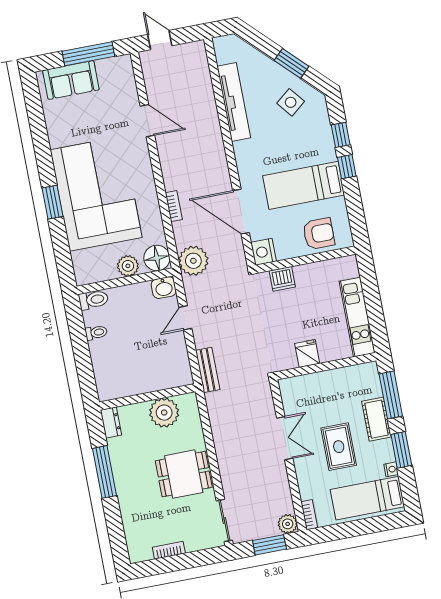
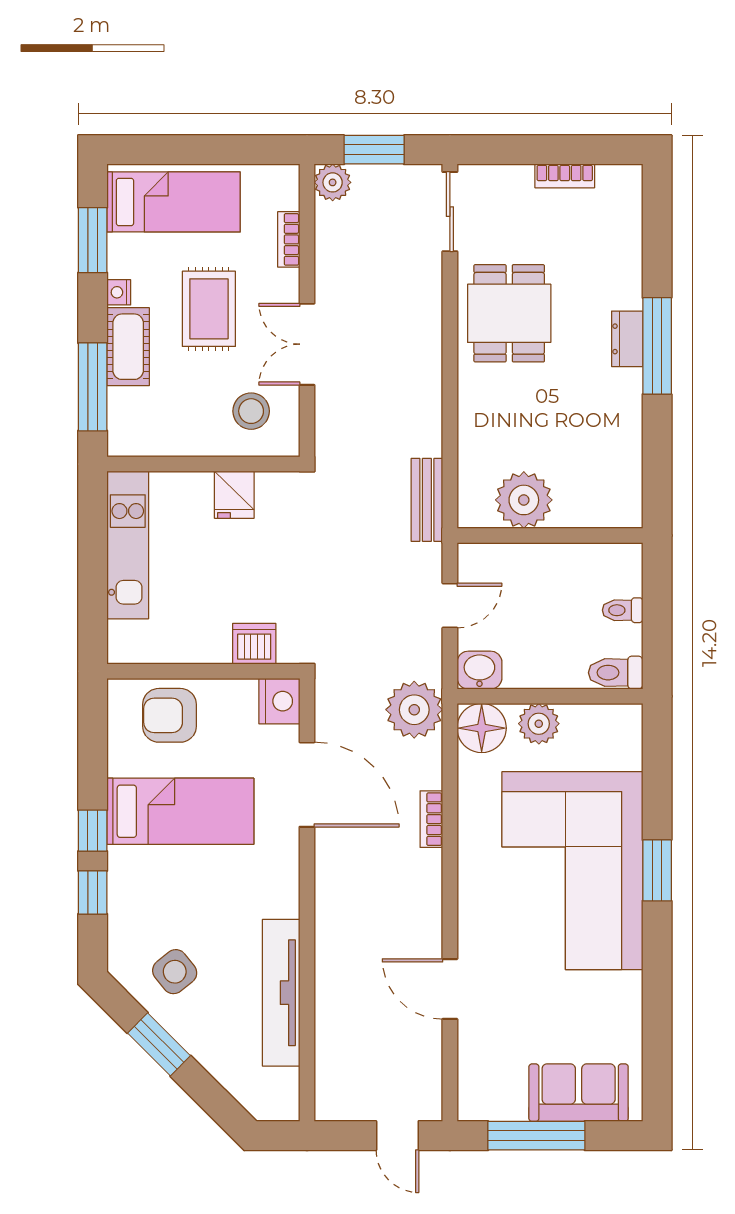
wall: (147, 397) -> (550, 535), moved
stool: (307, 398) -> (251, 411), added
plant: (164, 413) -> (524, 500), moved
dresser: (111, 422) -> (627, 339), moved
window: (401, 450) -> (93, 240), moved
nightstand: (391, 469) -> (119, 292), moved
dining table: (184, 474) -> (509, 313), turned 90
bookcase: (309, 515) -> (289, 239), moved

